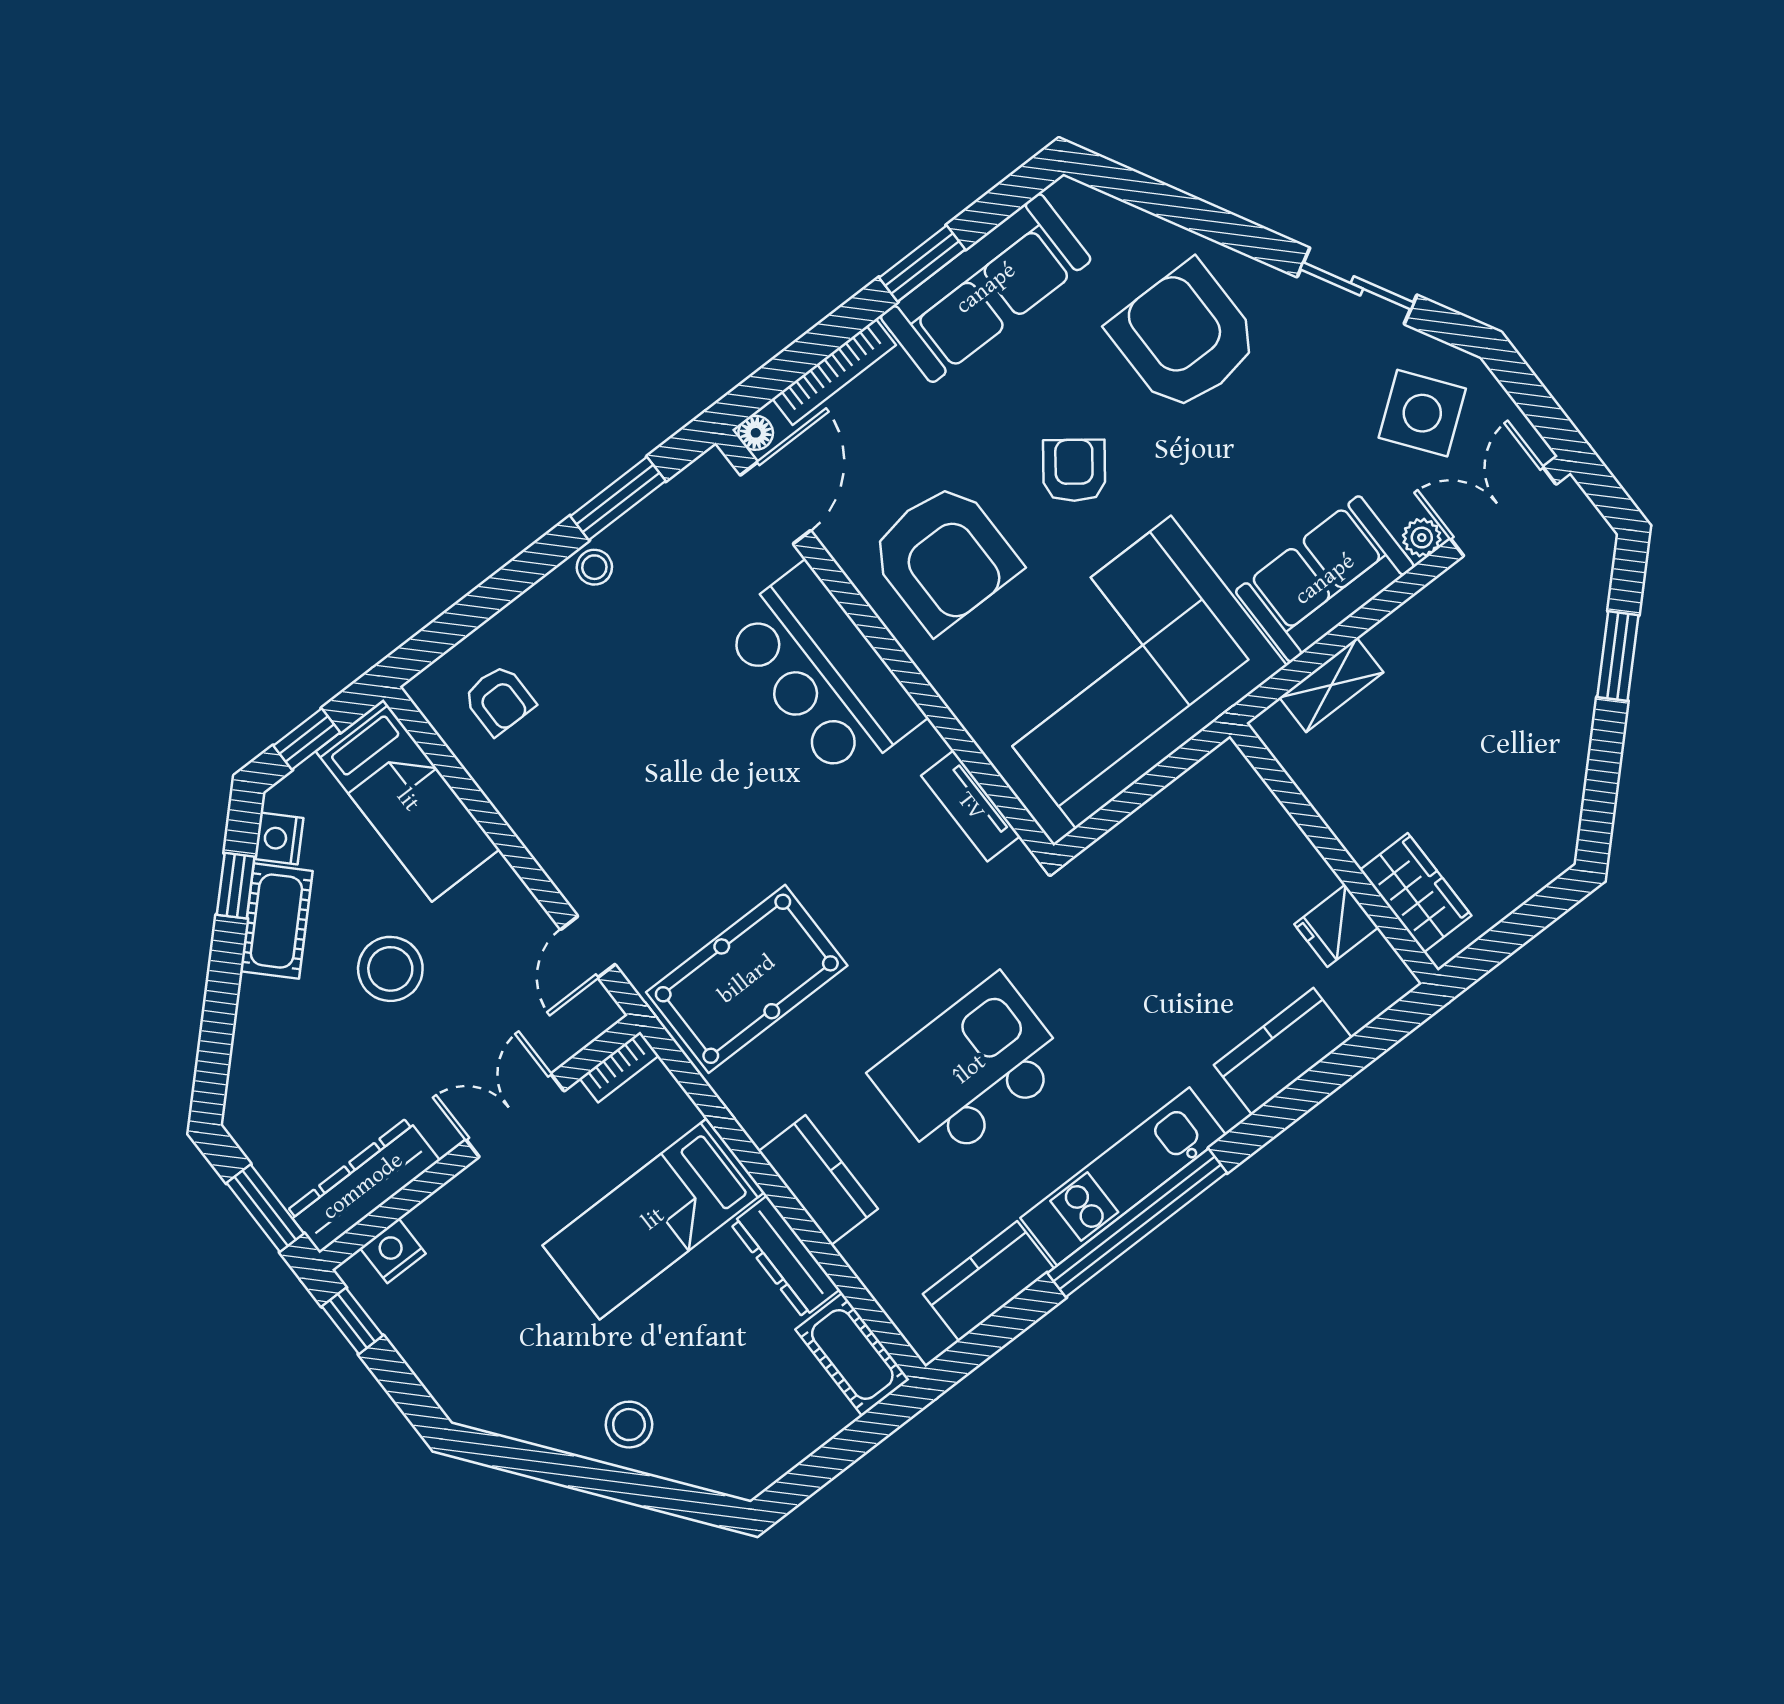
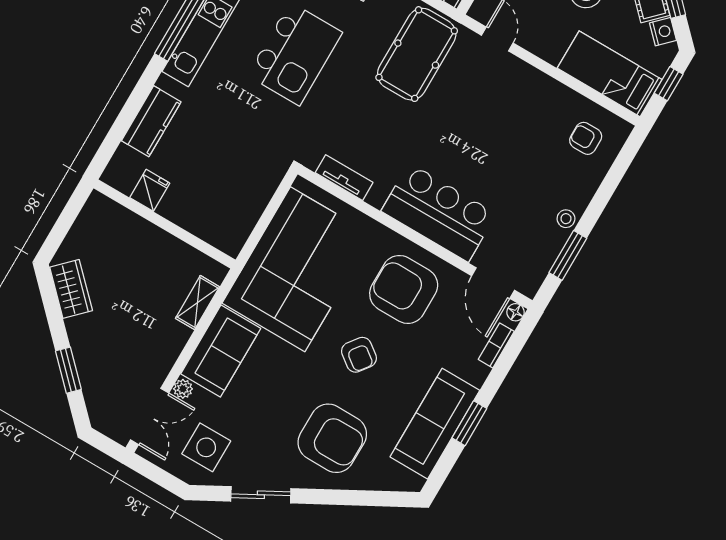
bookcase: (834, 372) -> (496, 345), width x0.64
side table: (1422, 413) -> (206, 447), turned 37
wardrobe: (1416, 893) -> (71, 289), moved, turned -135

